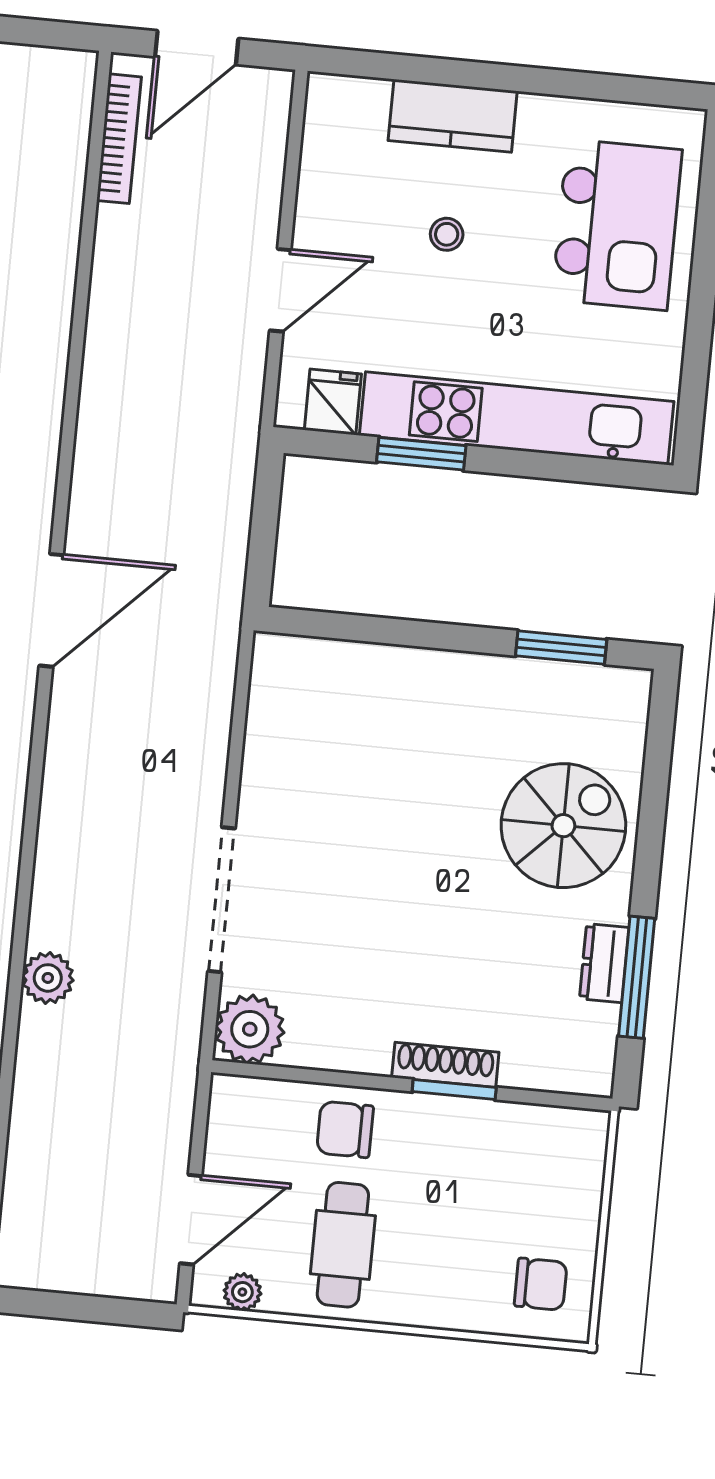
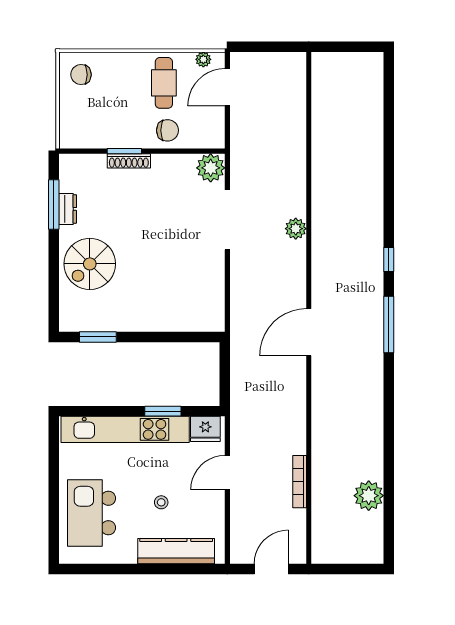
kitchen counter: (453, 116) -> (176, 551), width x1.50
bookcase: (119, 139) -> (300, 482), moved
fridge: (333, 402) -> (205, 429), width x1.38
plant: (48, 978) -> (296, 229), moved

